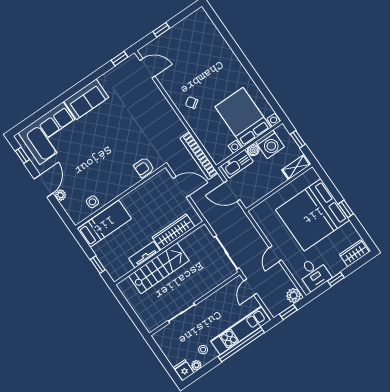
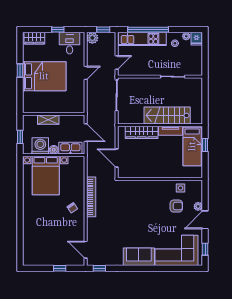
bookcase: (199, 156) -> (91, 197), moved
armchair: (144, 167) -> (176, 206), moved
shelving: (296, 167) -> (48, 120), moved
bed: (313, 215) -> (44, 76), width x0.73
bed: (104, 224) -> (192, 146), moved, turned -90

